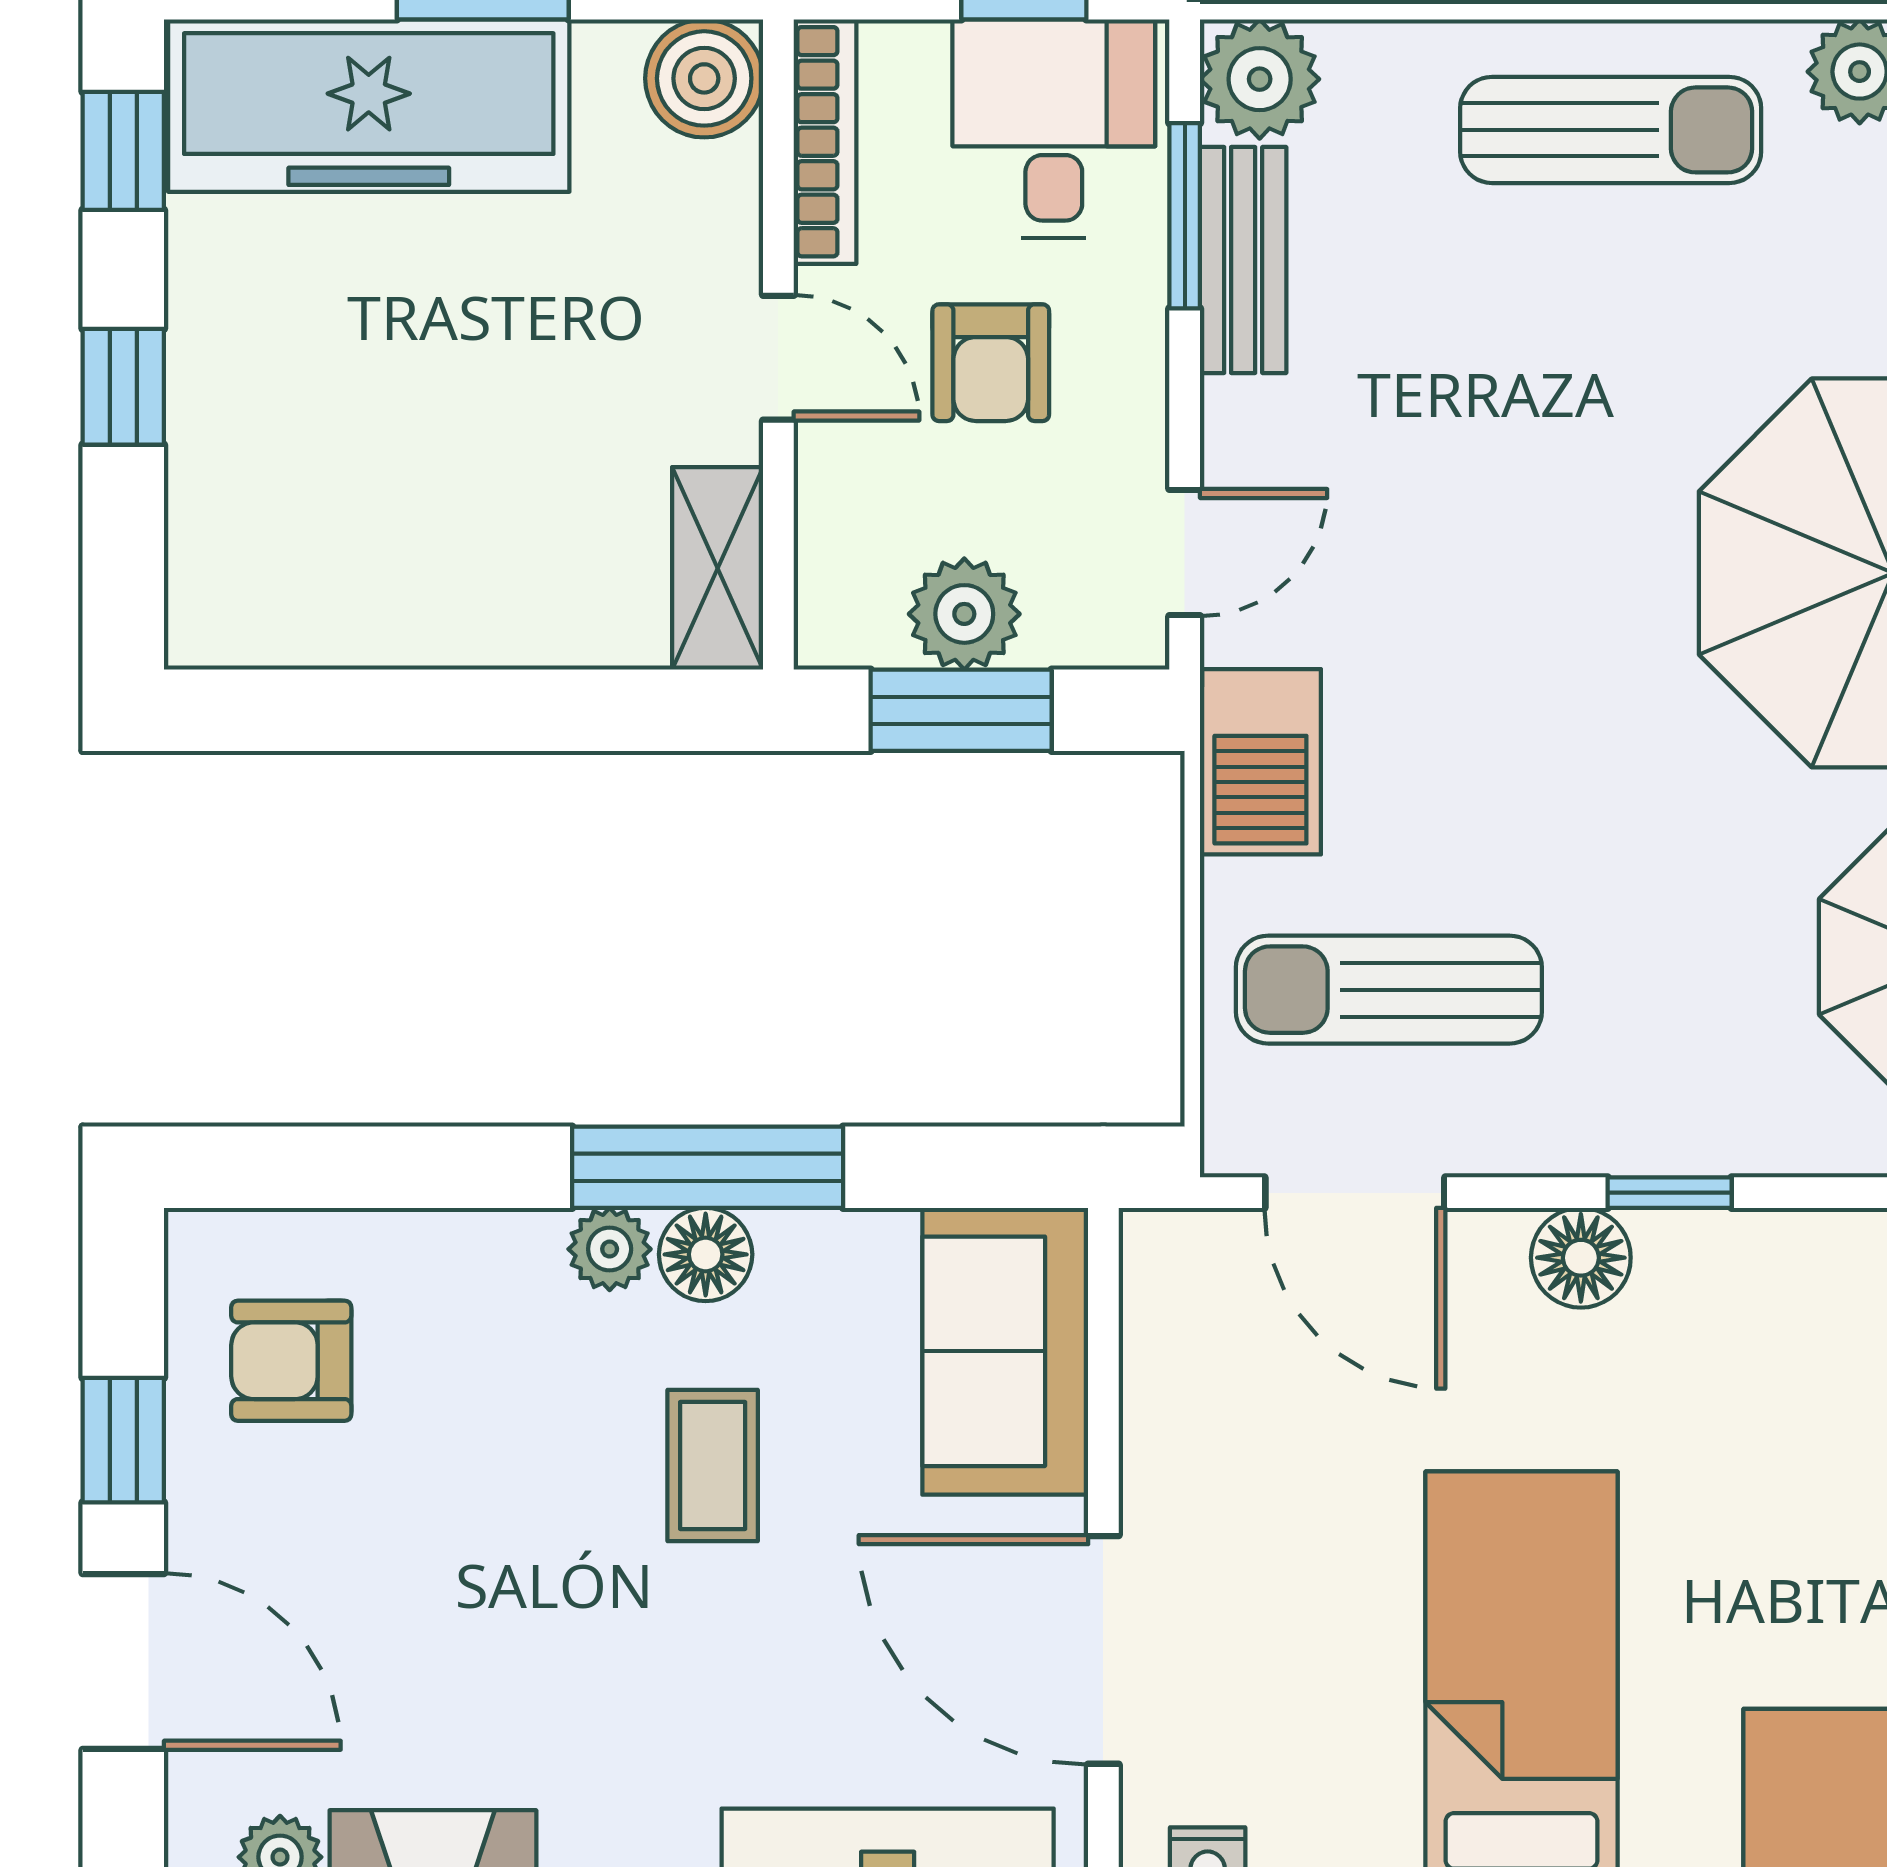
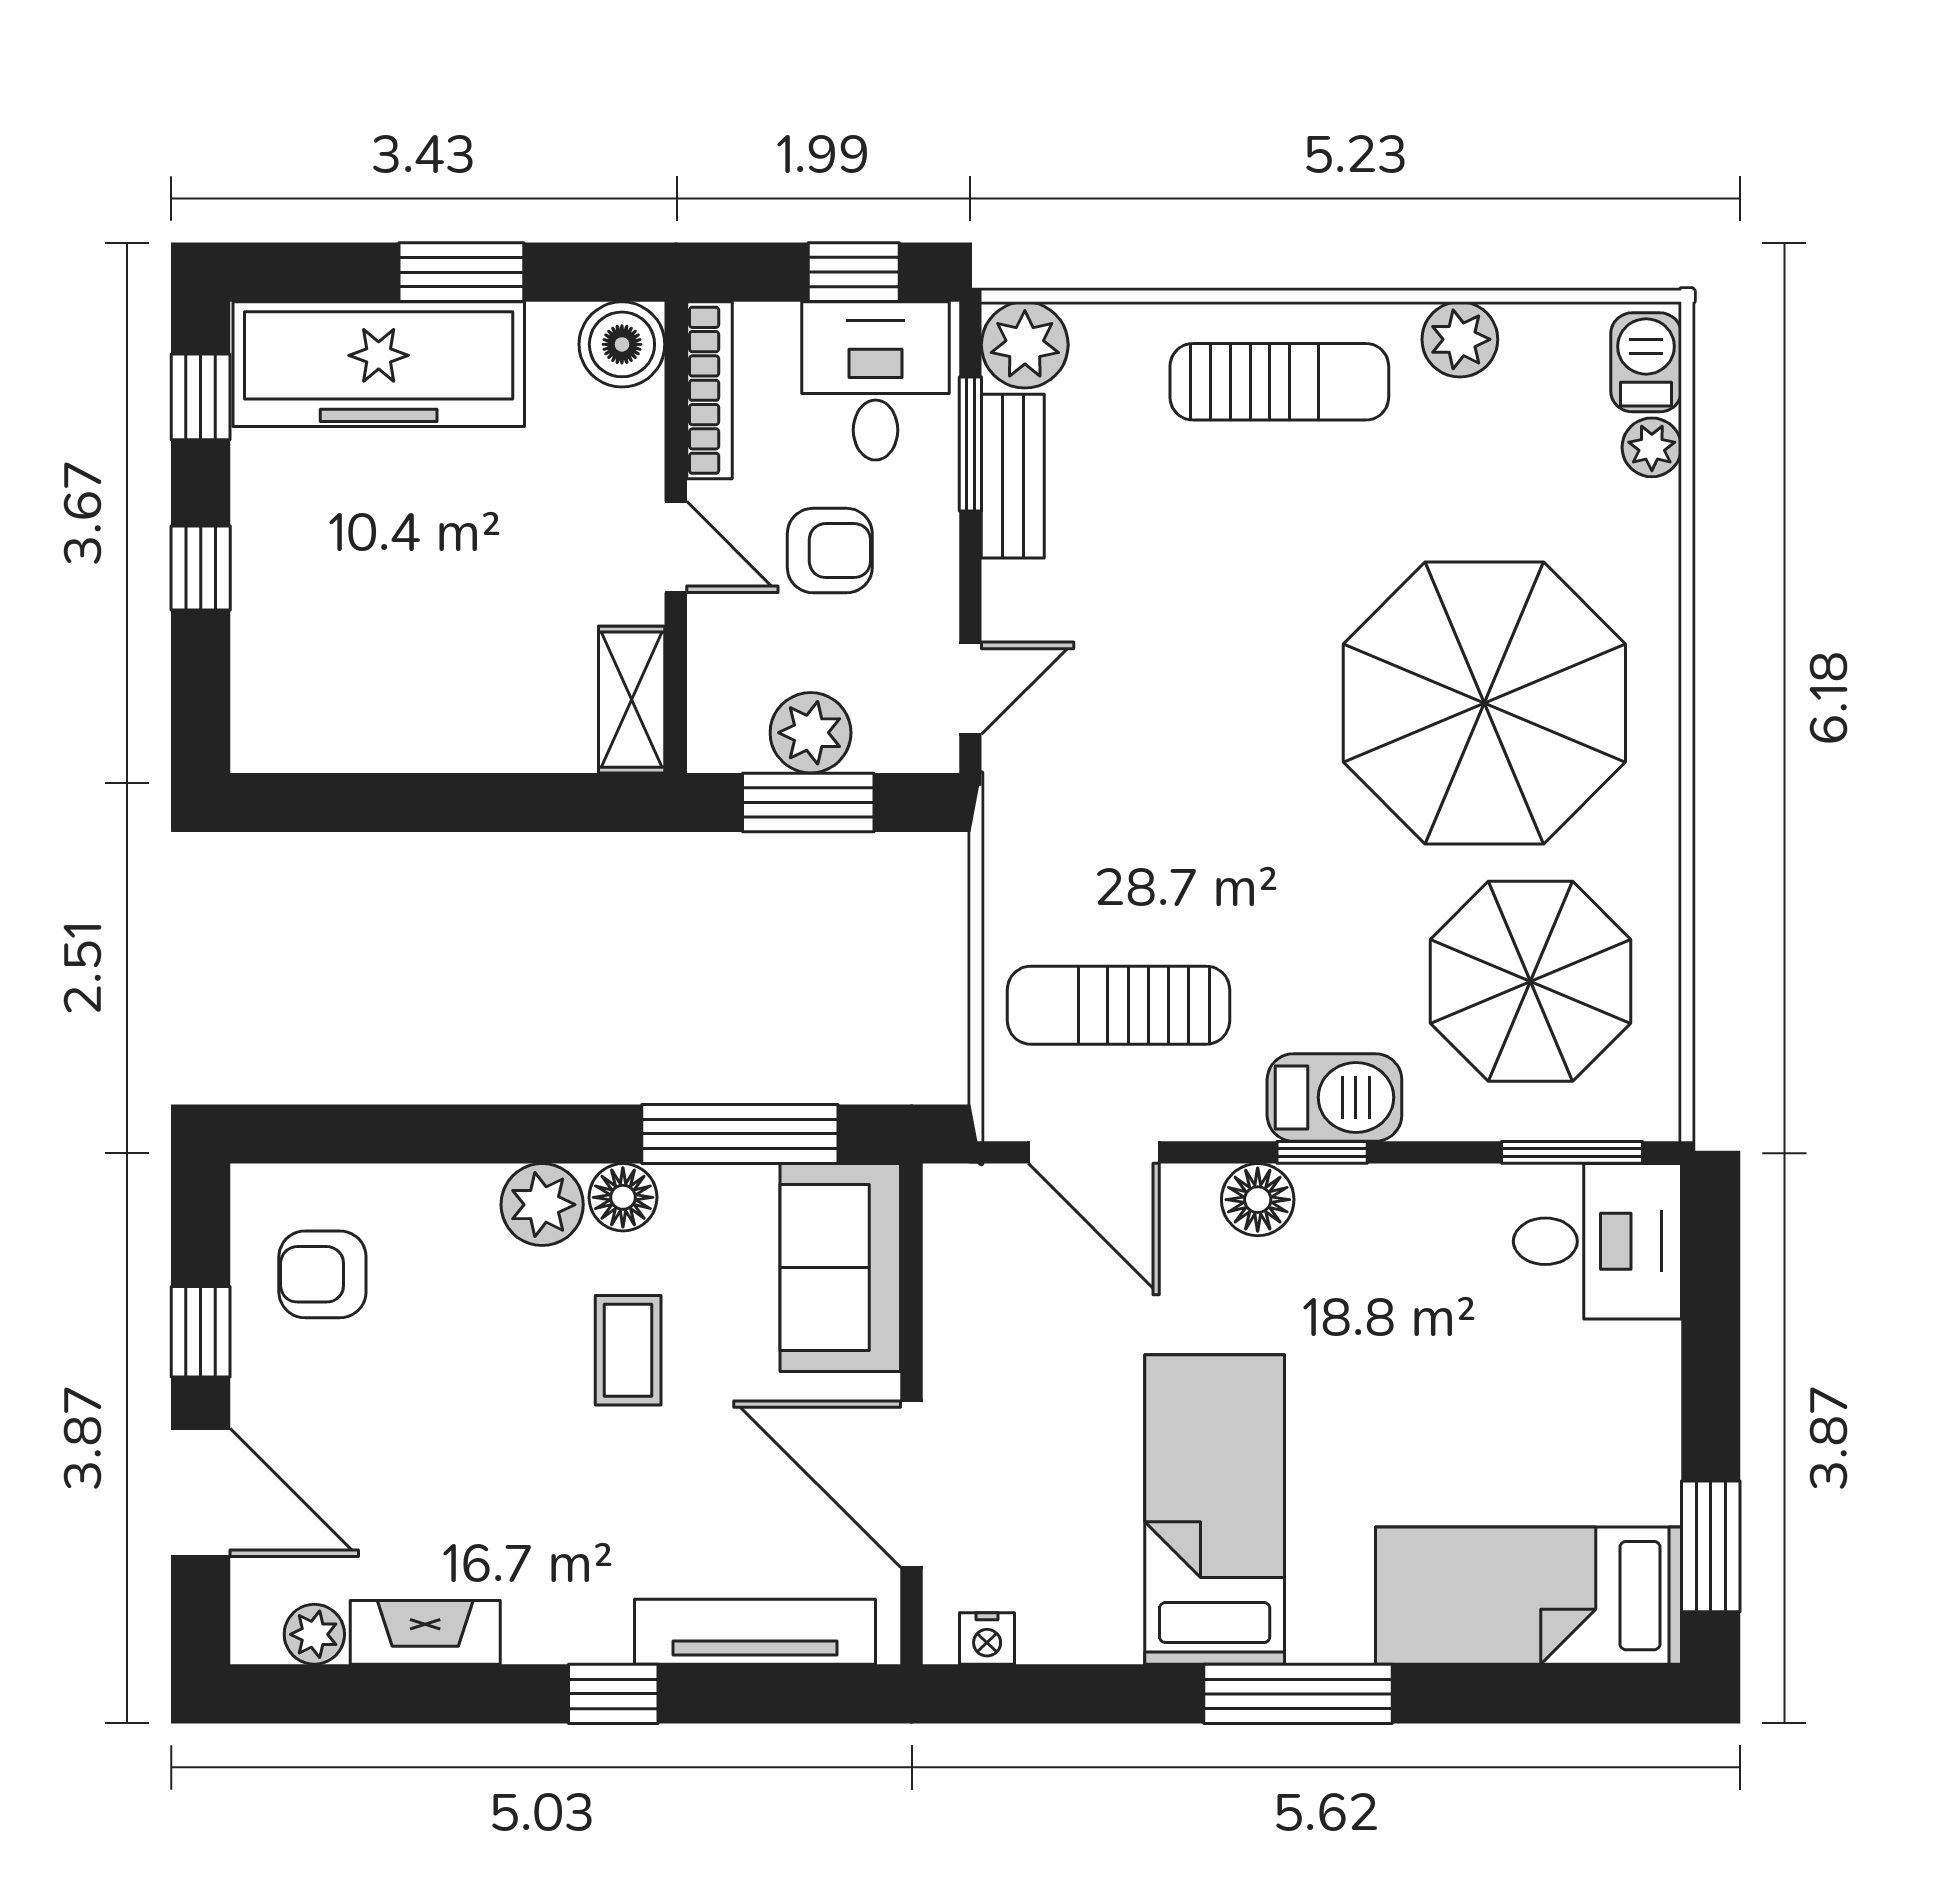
armchair: (991, 363) -> (830, 551), turned -90
barbecue: (1260, 762) -> (1334, 1097), moved, turned -90
window: (708, 1167) -> (740, 1134), moved
plant: (610, 1249) -> (542, 1205), width x1.38, depth x1.38

